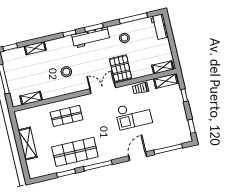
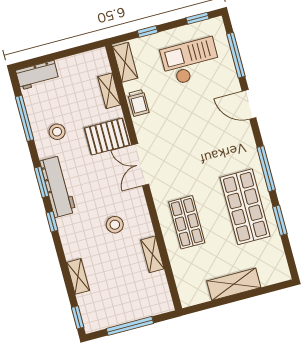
shelving: (163, 67) -> (109, 91), moved
shelving: (31, 98) -> (152, 254), moved
checkout: (134, 115) -> (191, 61), moved, turned -90

